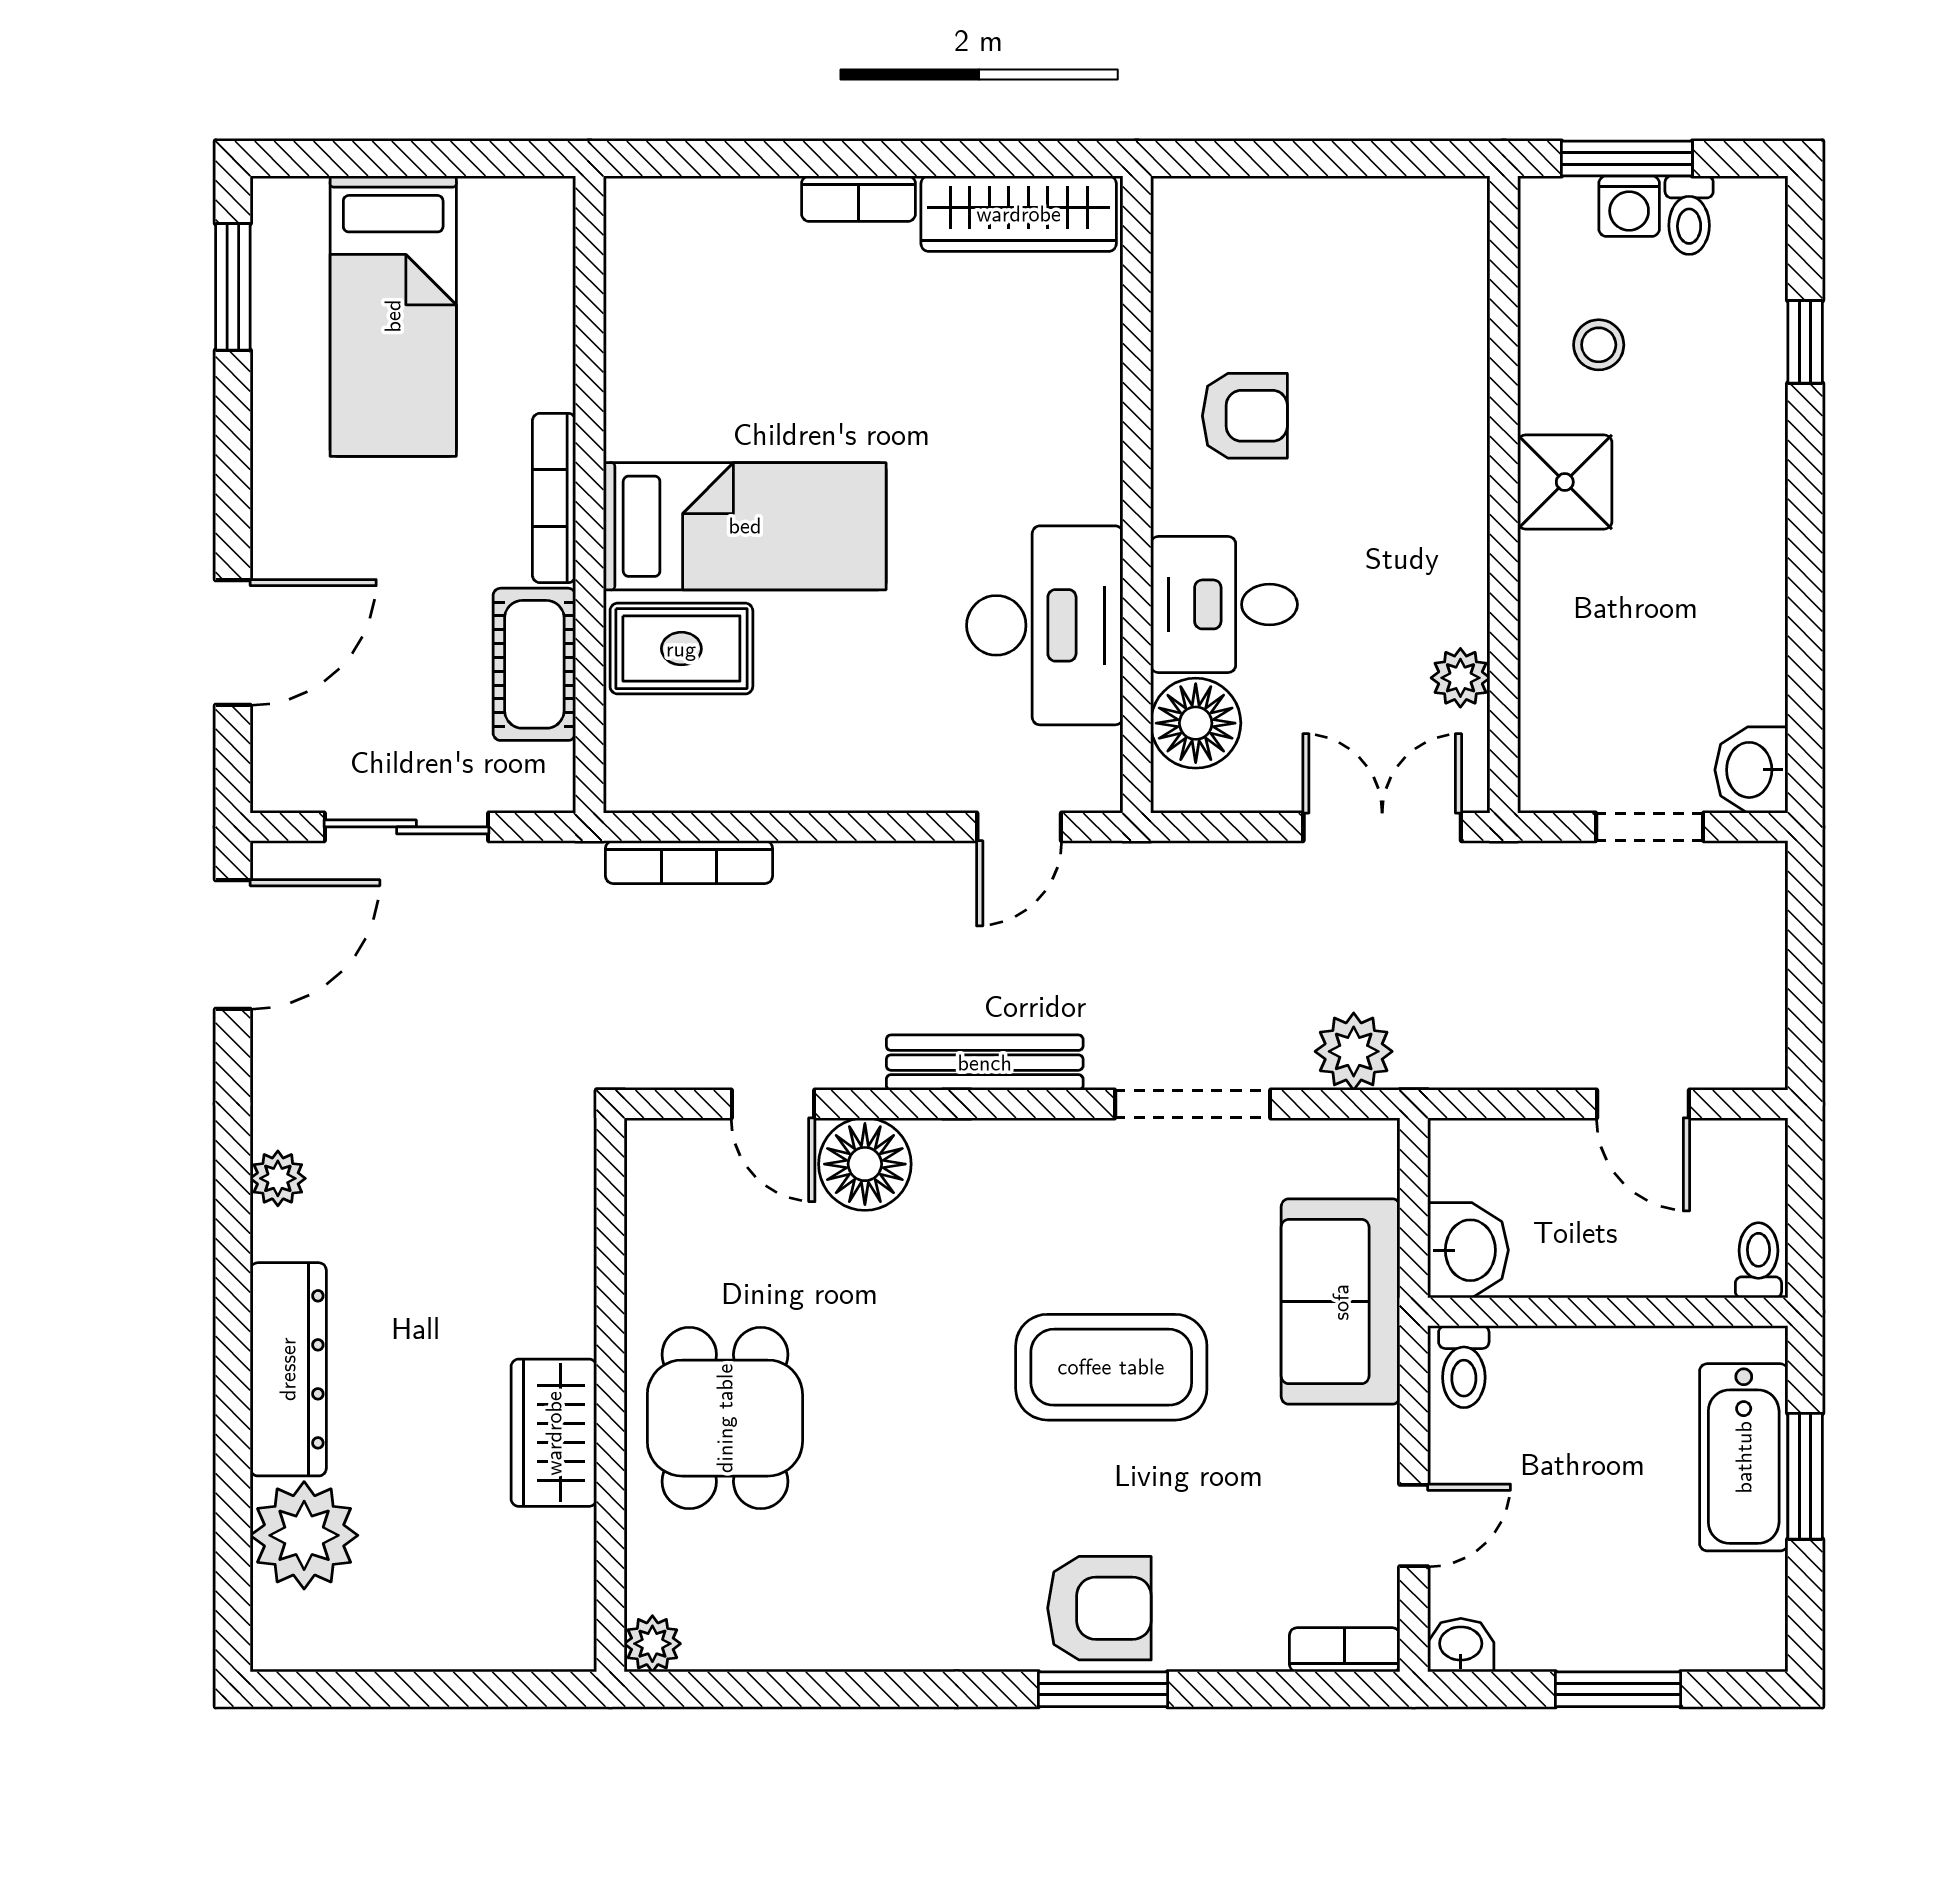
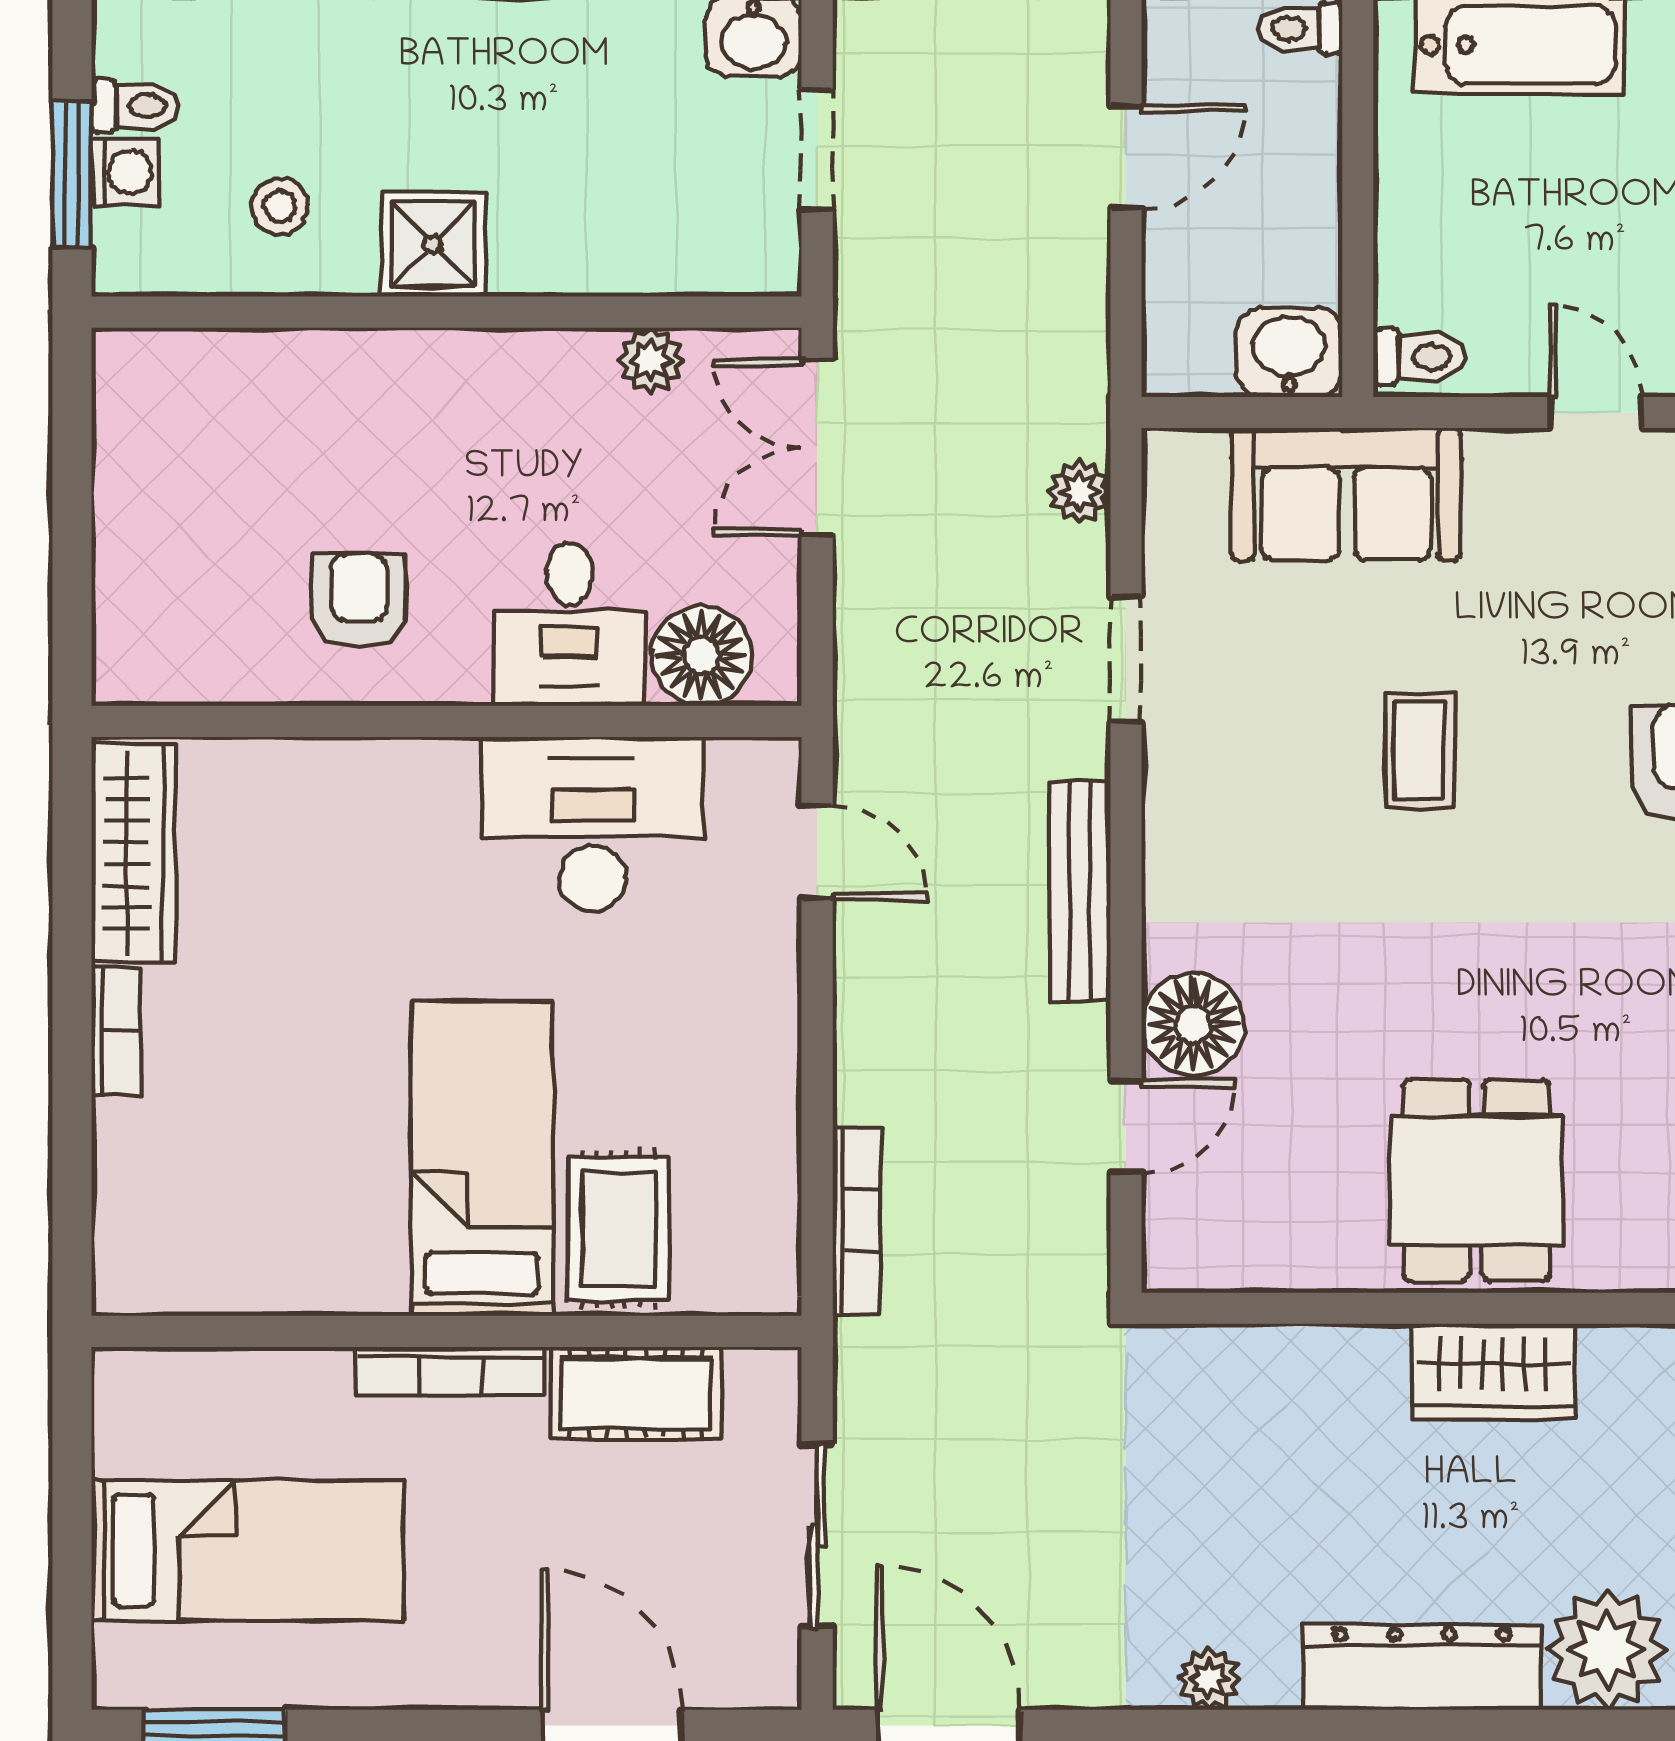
plant: (1354, 1051) -> (1079, 491), width x0.73, depth x0.73
doorway: (1193, 1104) -> (1126, 659), width x0.73
coffee table: (1111, 1367) -> (1420, 750), width x0.54, depth x0.58
dining table: (725, 1418) -> (1476, 1180), turned 90

